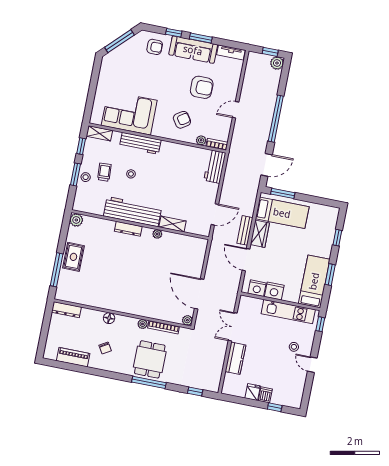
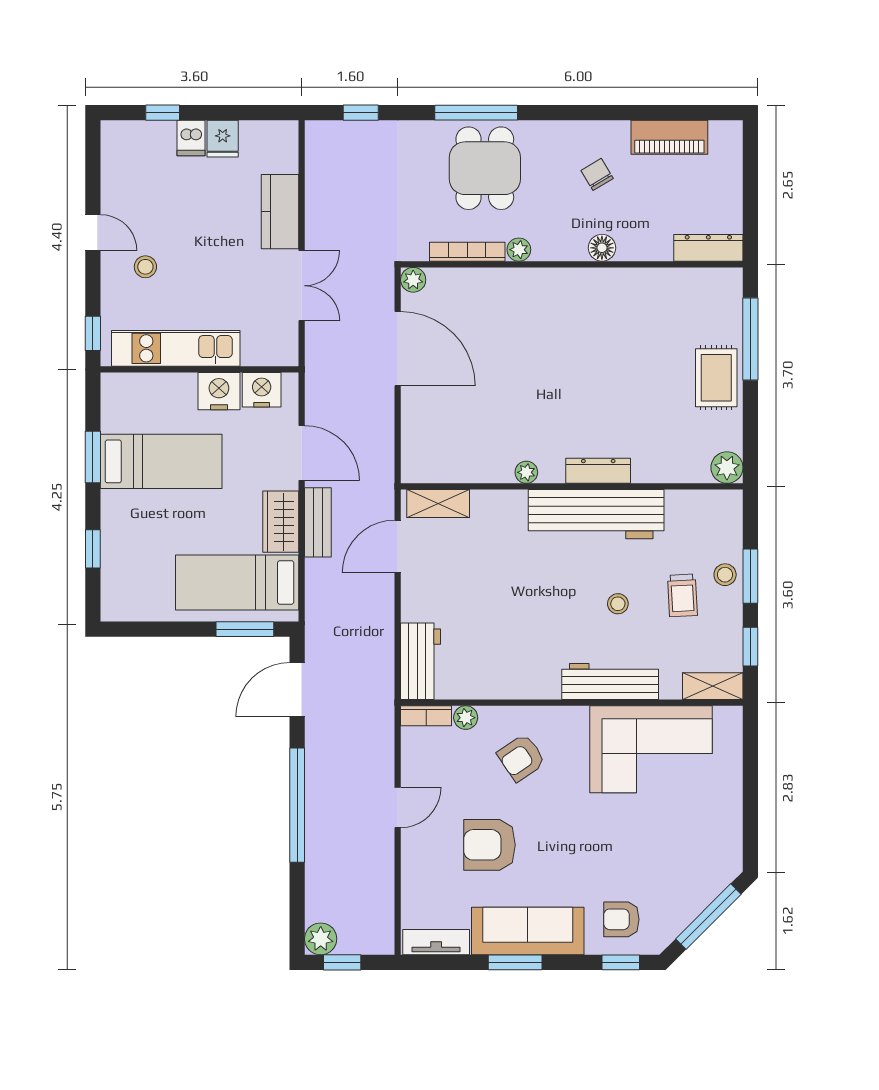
window: (174, 33) -> (621, 962), moved
shelving: (172, 224) -> (438, 504), moved
bed: (314, 281) -> (161, 461), moved, turned -90

